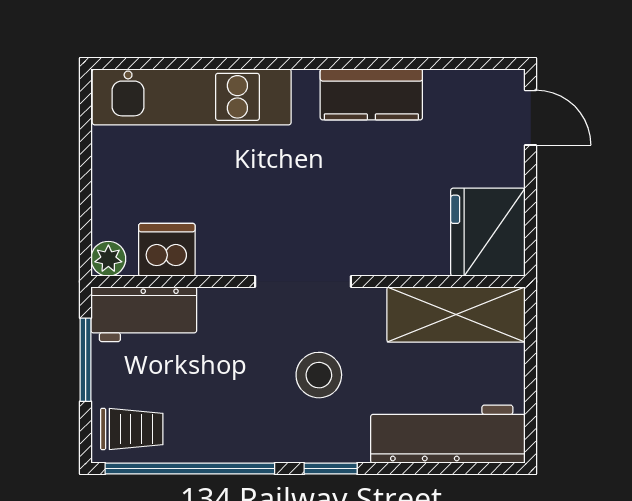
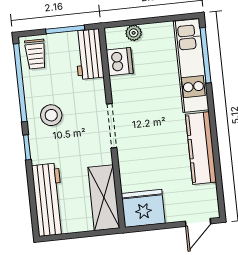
window: (173, 63) -> (206, 55), added
kitchen counter: (371, 94) -> (201, 148), width x1.50
plant: (108, 259) -> (134, 33), moved
stool: (319, 375) -> (51, 115), moved

